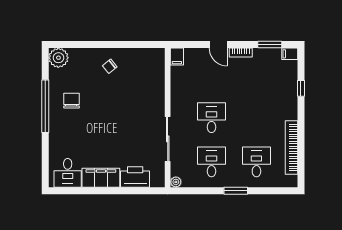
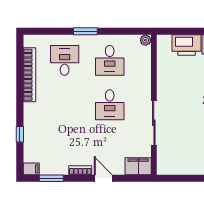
filing cabinet: (177, 57) -> (138, 166), width x2.00
sliding door: (168, 139) -> (154, 123), moved
desk: (256, 162) -> (65, 60), turned 180

